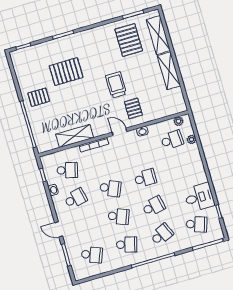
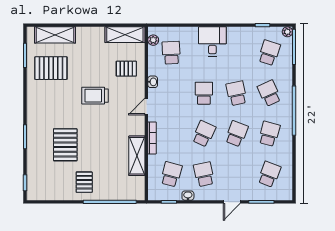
shelving: (169, 71) -> (125, 35), moved
pallet: (133, 108) -> (126, 69), moved
plant: (192, 139) -> (287, 32), moved
desk: (199, 197) -> (212, 42), moved

